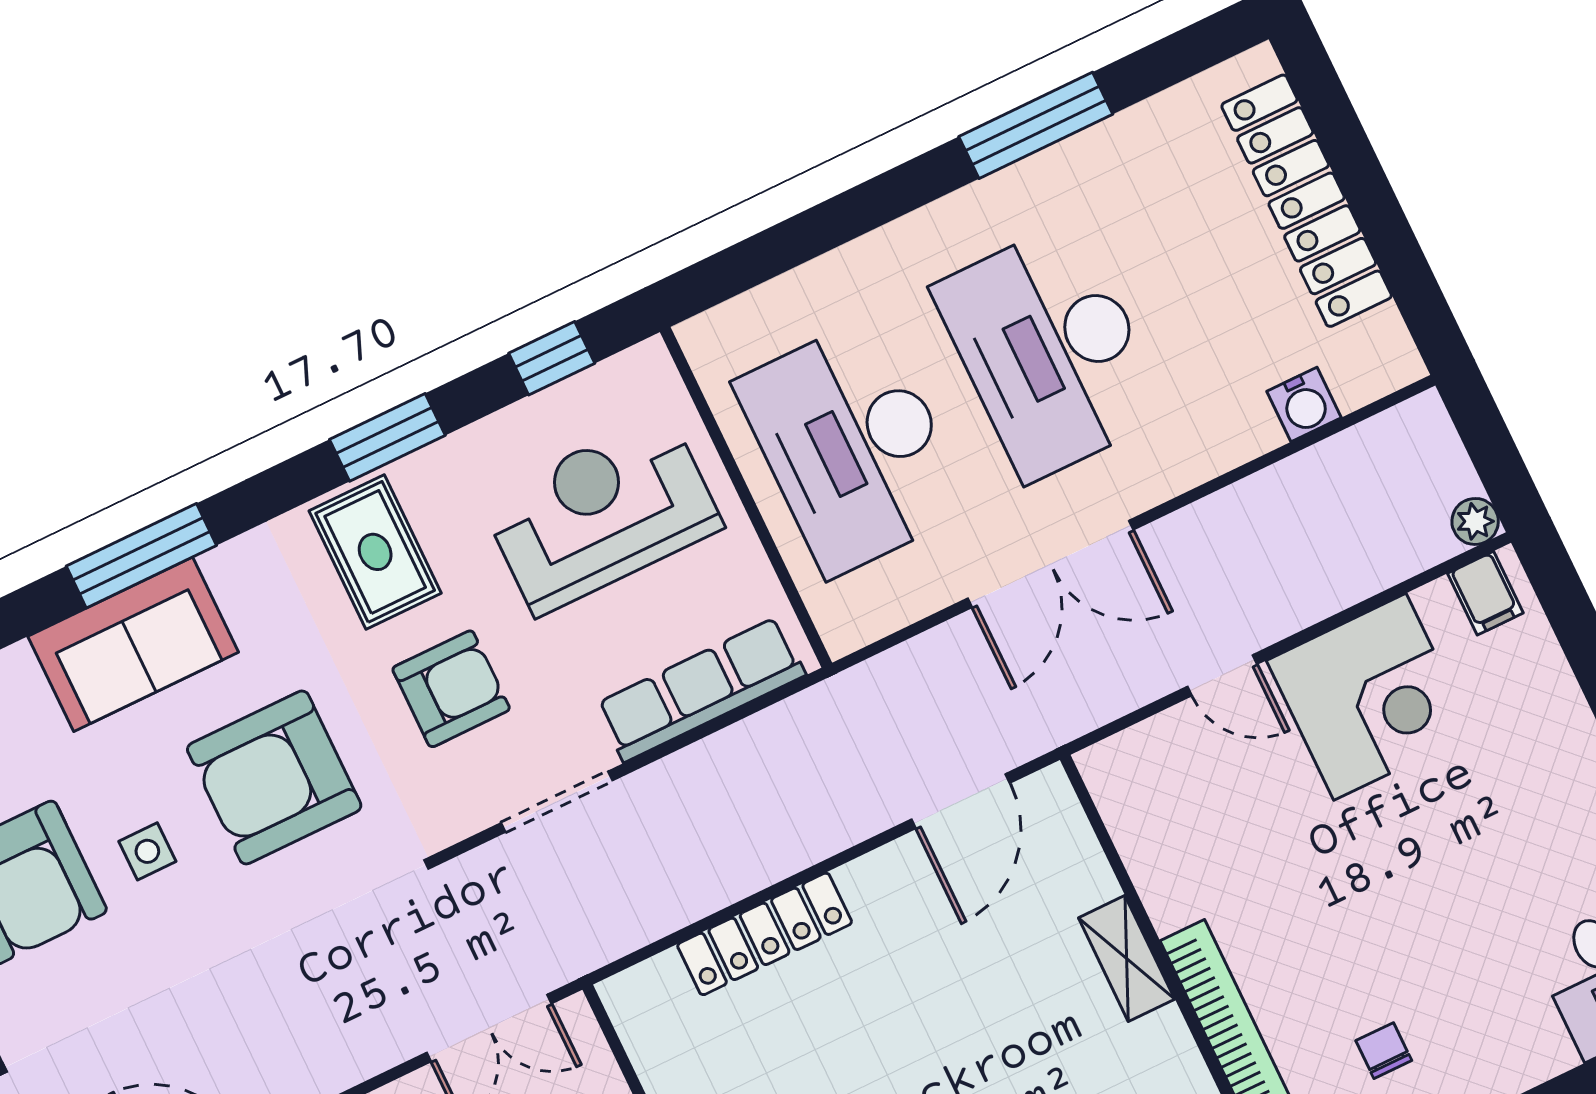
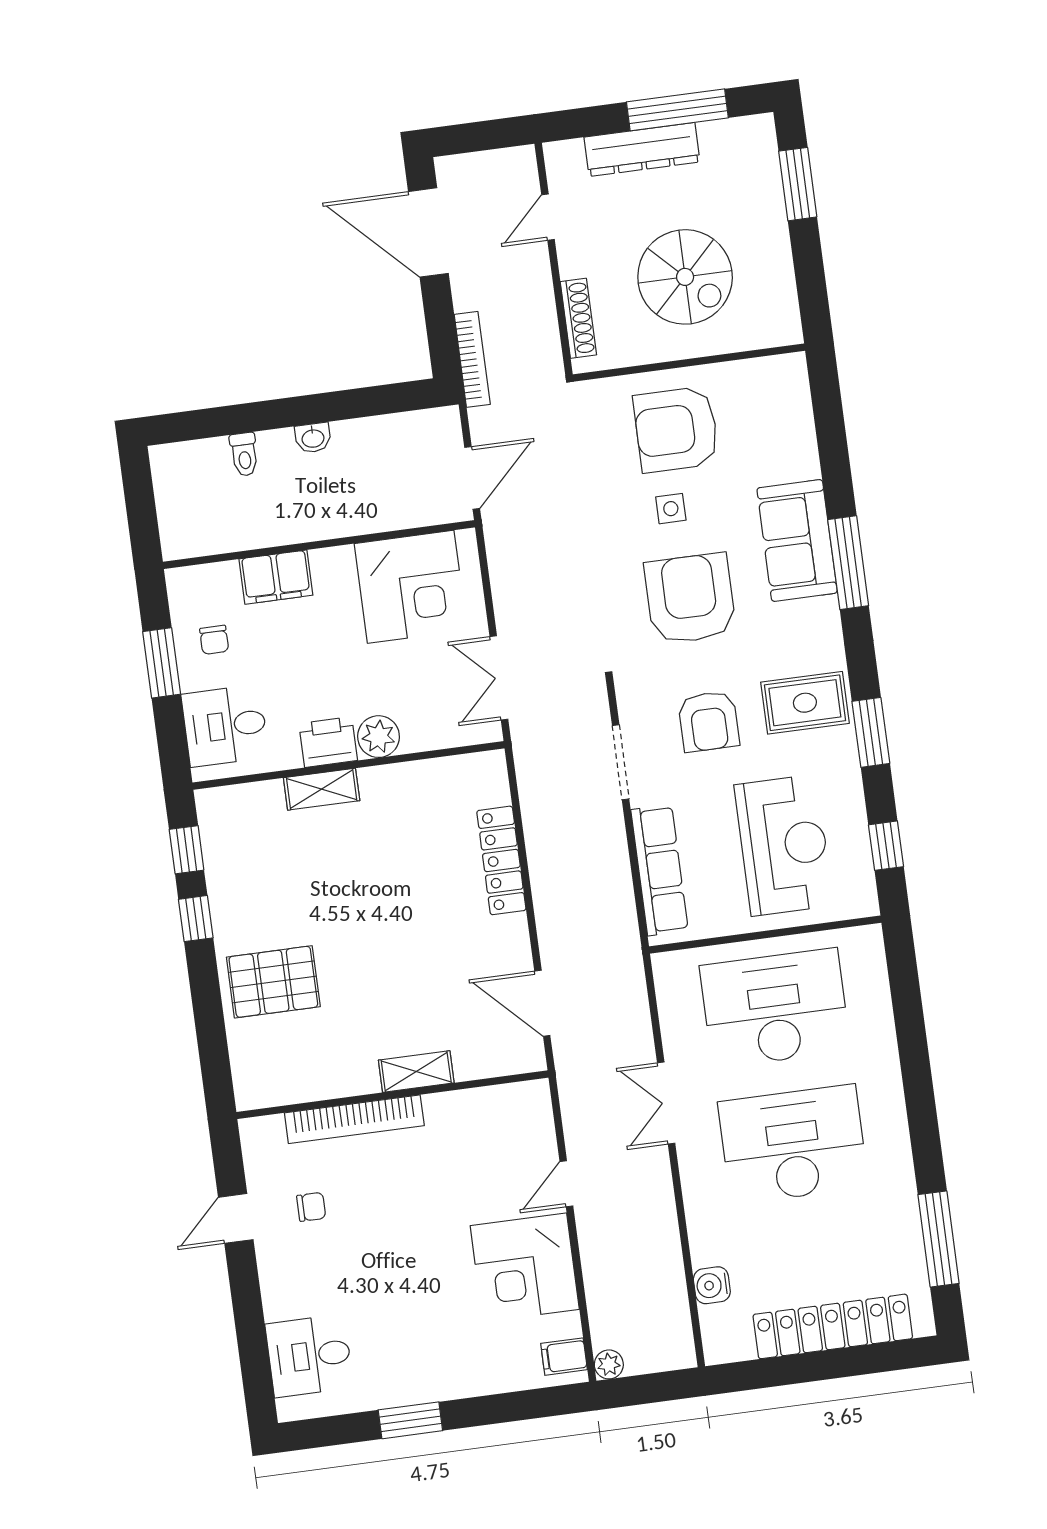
window: (1036, 125) -> (938, 1239), moved
double door: (1050, 564) -> (666, 1103), width x0.73

